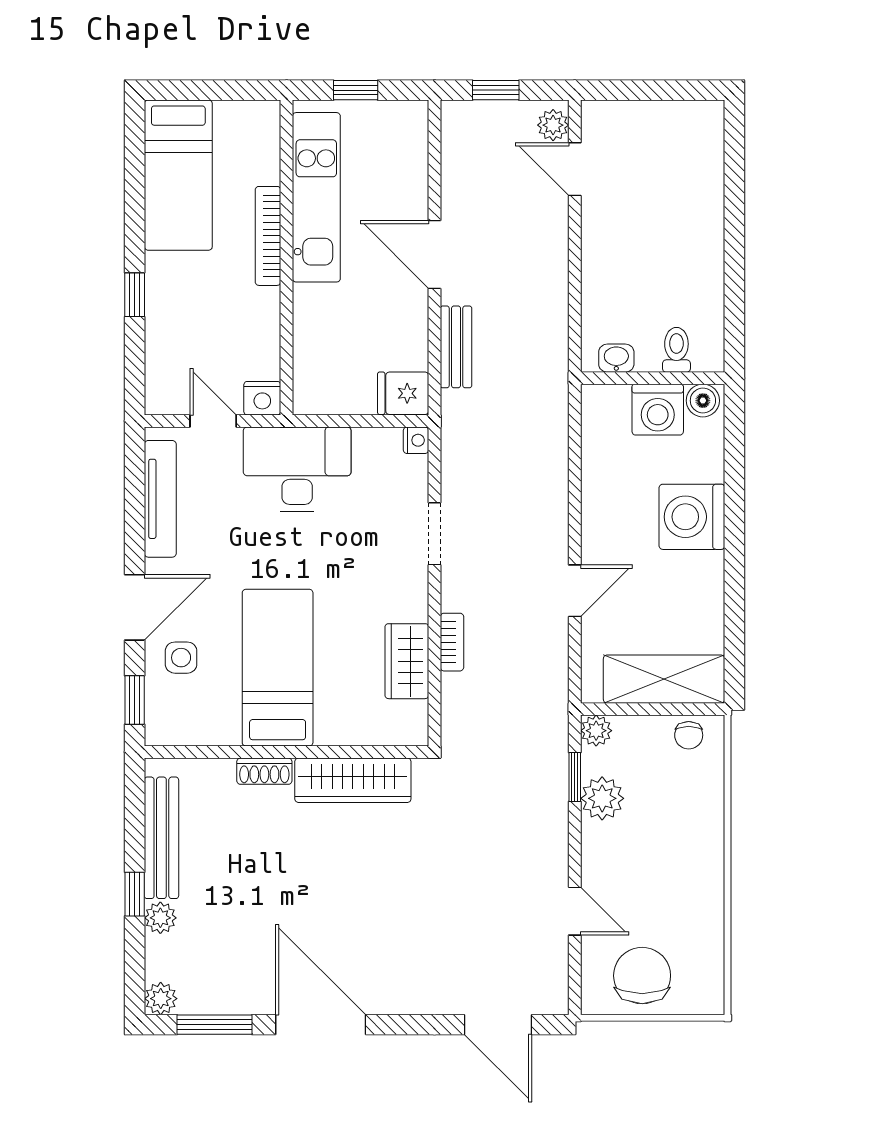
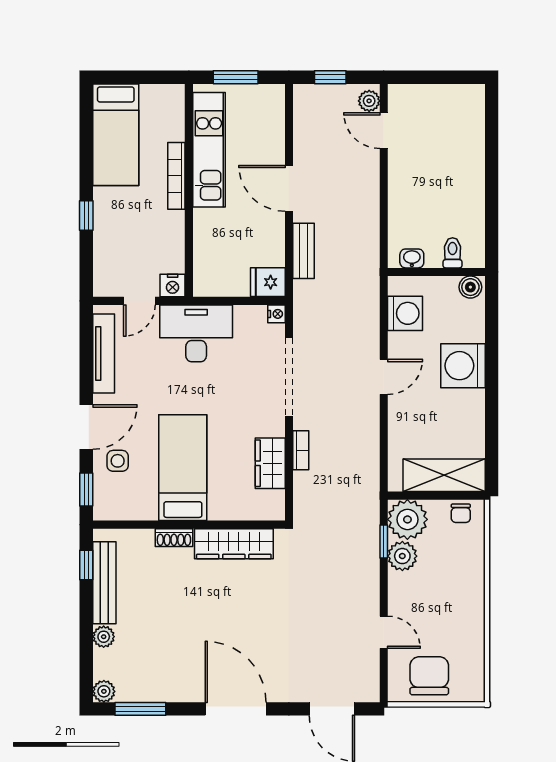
window: (356, 90) -> (236, 77), width x1.50
washing machine: (658, 410) -> (405, 313), moved, turned -90
door: (213, 421) -> (139, 301), swing flipped
doorway: (435, 534) -> (289, 377), width x1.87
door: (575, 591) -> (384, 377), moved
plant: (596, 731) -> (407, 519), width x1.87, depth x1.87
window: (135, 894) -> (86, 565), moved
door: (321, 1025) -> (236, 709), moved

